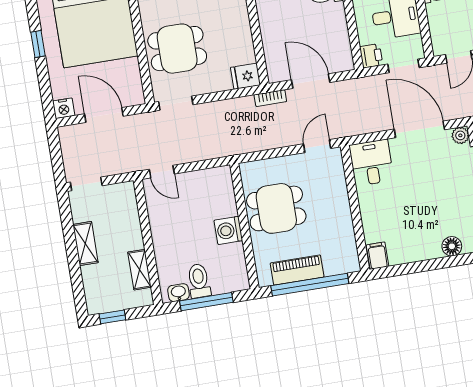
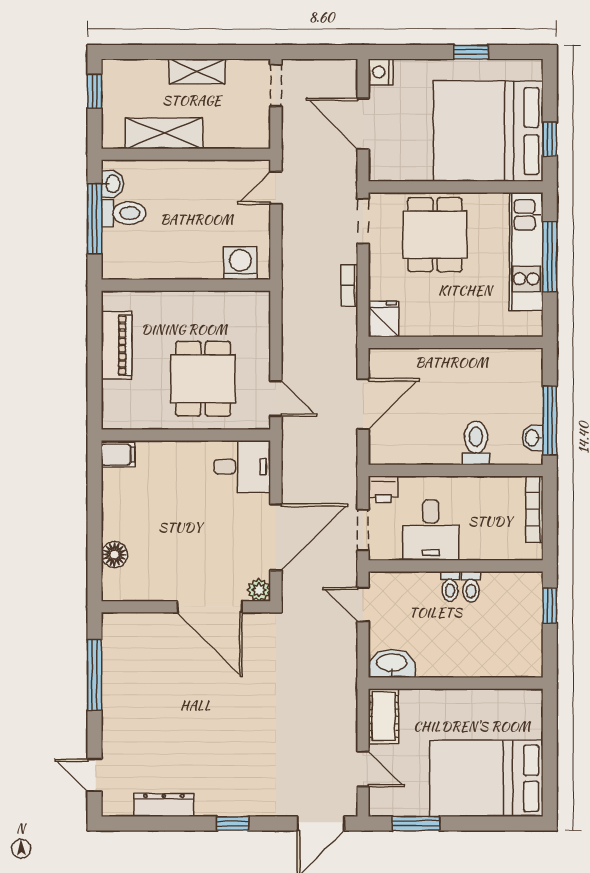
bookcase: (270, 98) -> (349, 285), moved
door: (104, 115) -> (363, 124), swing flipped
dining table: (276, 208) -> (203, 379), moved
washing machine: (228, 230) -> (240, 263), moved
shelving: (139, 270) -> (164, 133), width x1.50, depth x1.33
window: (310, 285) -> (95, 359), removed

